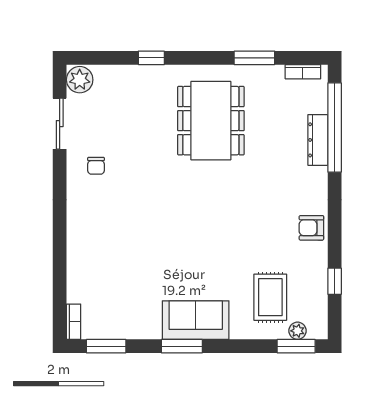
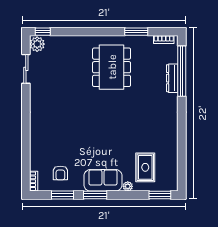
window: (151, 58) -> (43, 32), moved
chair: (96, 166) -> (46, 93), removed
armchair: (311, 228) -> (60, 173), moved, turned -90
window: (335, 281) -> (182, 158), removed
plant: (298, 331) -> (128, 186), moved
window: (106, 346) -> (62, 195), moved

